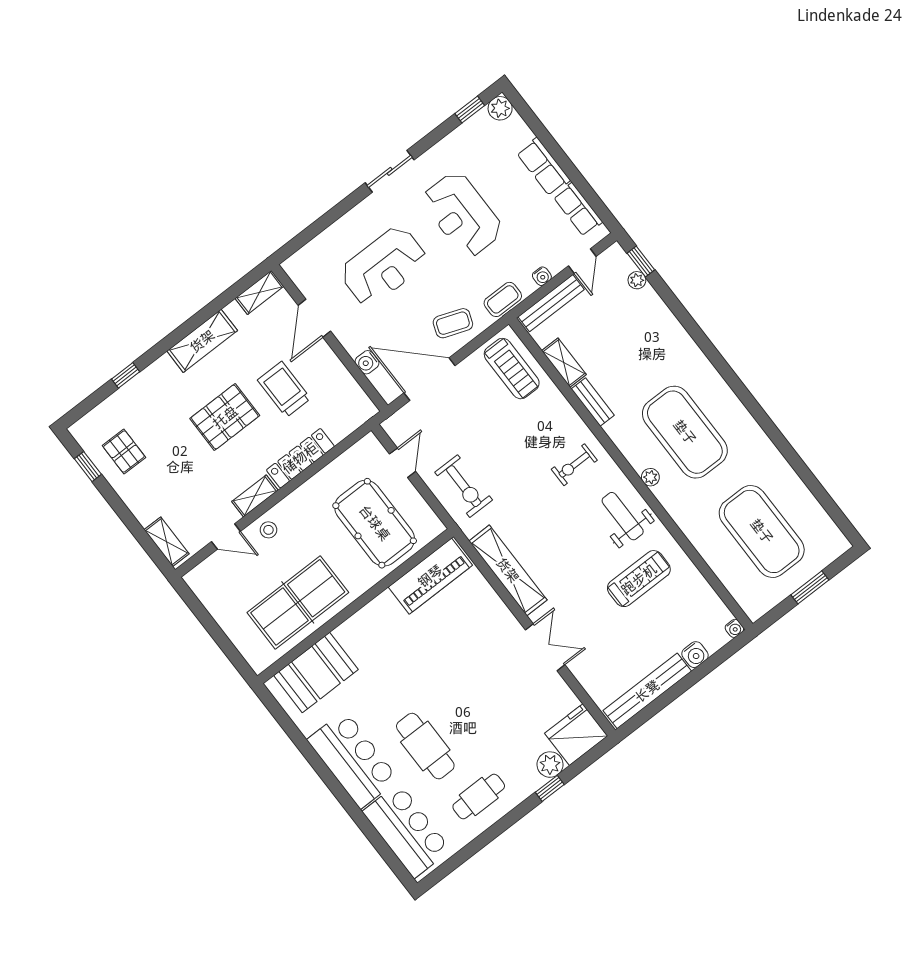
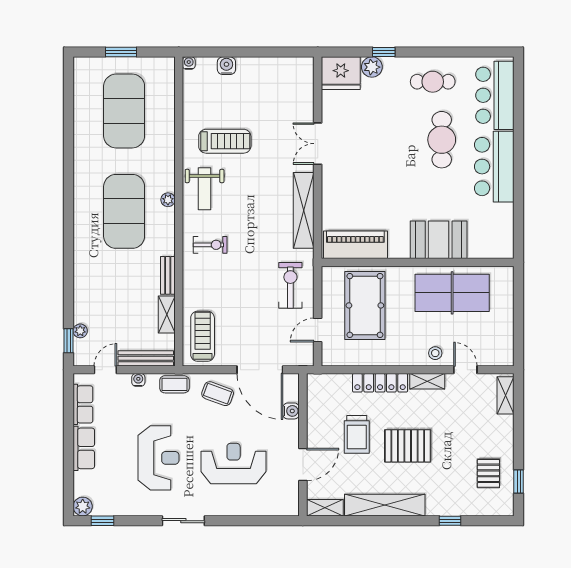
shelving: (202, 341) -> (385, 505), width x1.47
treadmill: (639, 579) -> (225, 141), turned 180
booth: (316, 673) -> (439, 240), moved
bench: (647, 691) -> (274, 66), removed

